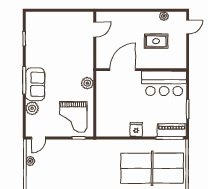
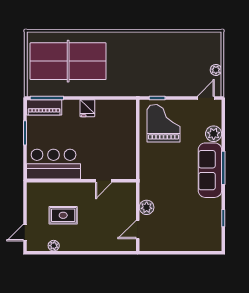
door: (123, 70) -> (104, 181), width x0.53
plant: (87, 83) -> (147, 207), moved
sofa: (35, 84) -> (210, 170), width x1.36

